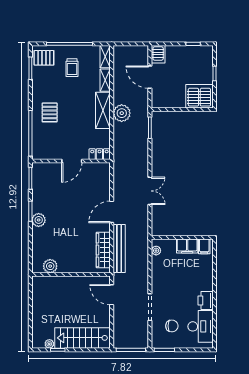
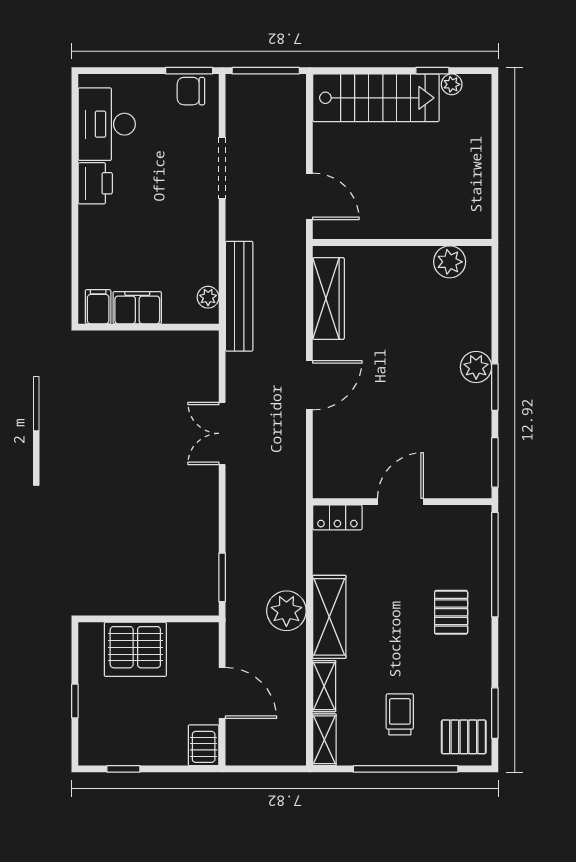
server rack: (199, 96) -> (135, 649), moved
bench: (119, 249) -> (239, 296), moved
chair: (172, 326) -> (191, 91), moved

